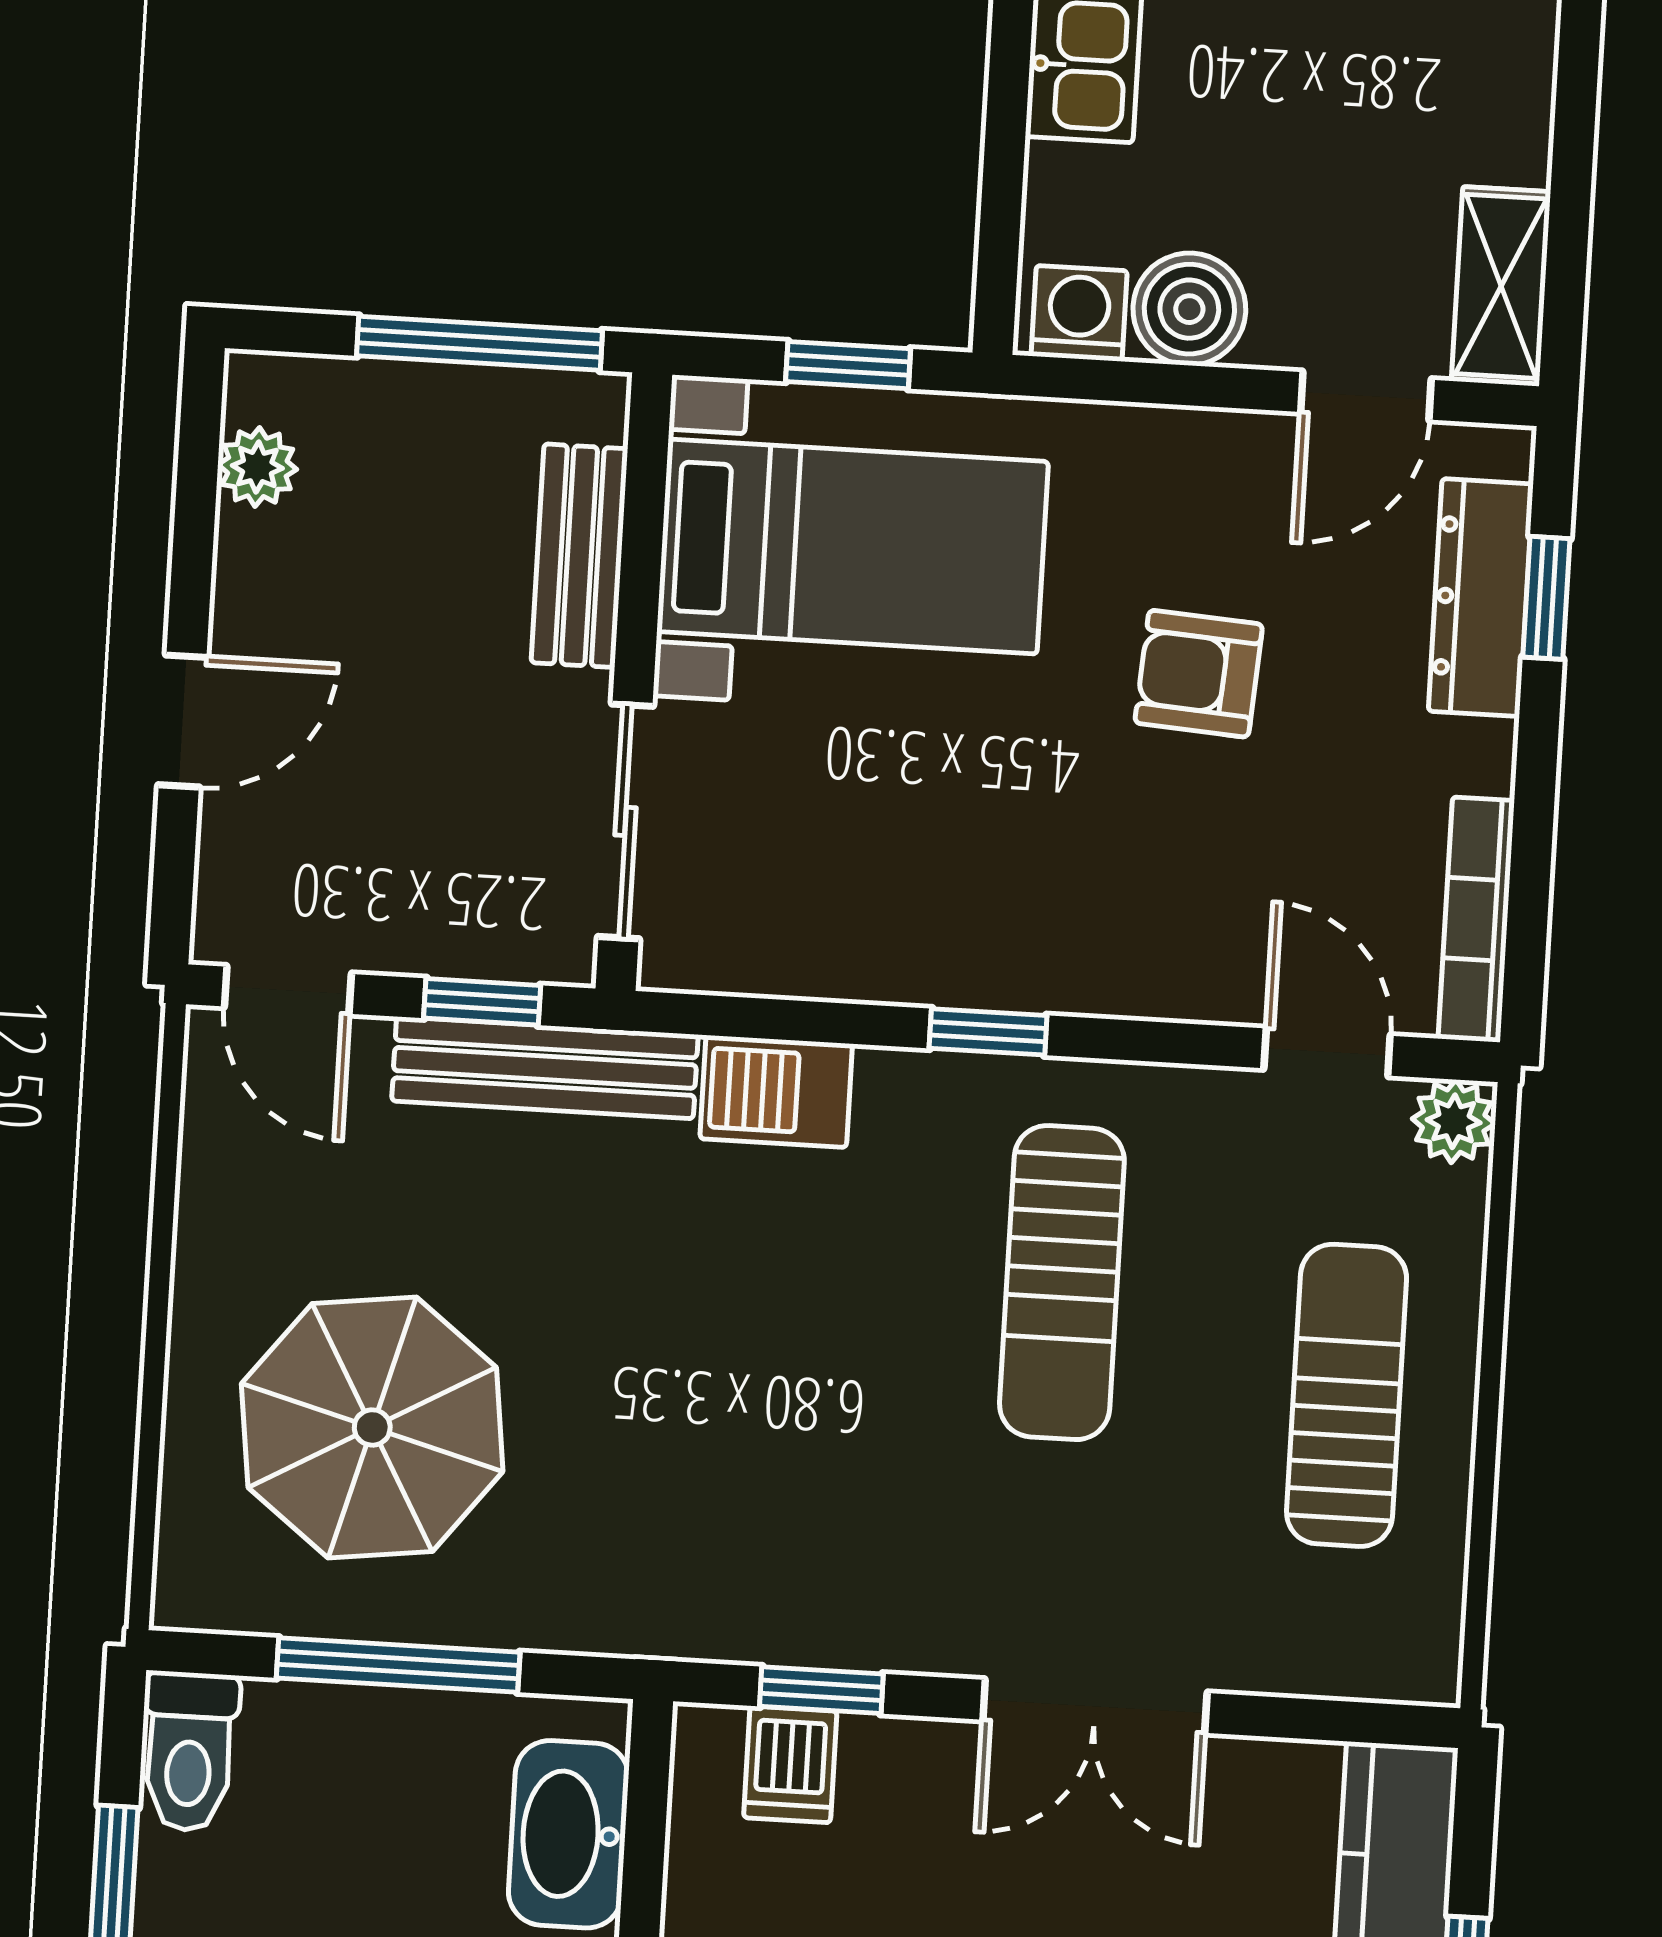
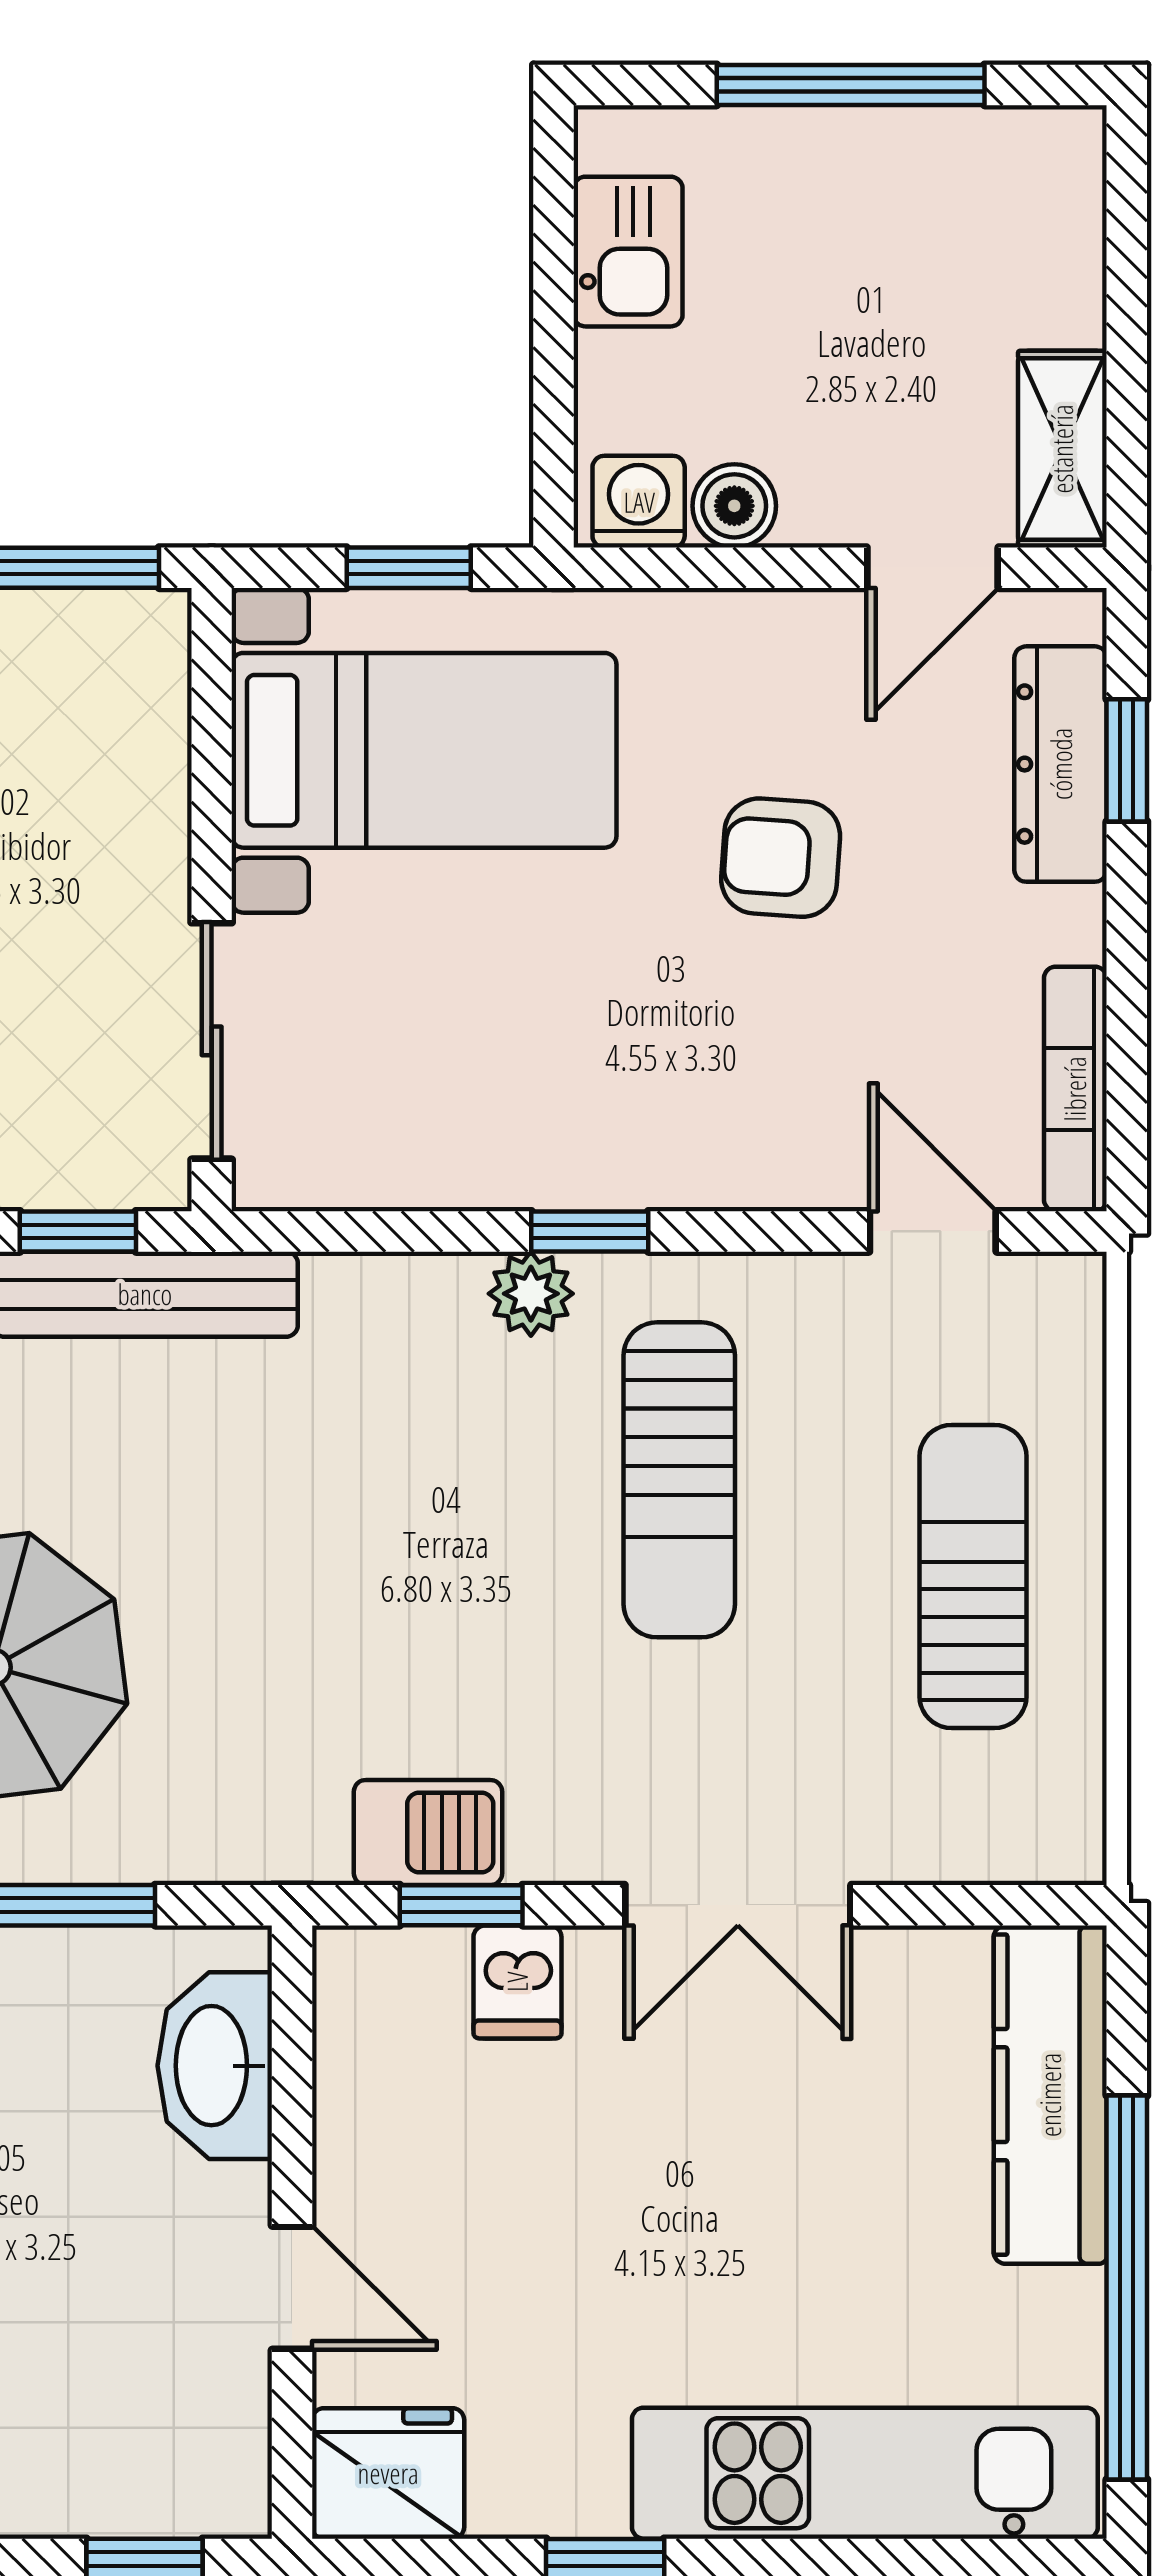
boiler: (1189, 309) -> (734, 506), width x0.73, depth x0.73
bench: (579, 556) -> (149, 776), removed
barbecue: (776, 1091) -> (428, 1832), moved, turned 180
plant: (1454, 1121) -> (531, 1294), moved
dishwasher: (790, 1764) -> (517, 1982), moved

